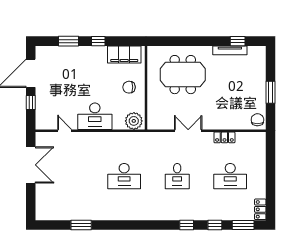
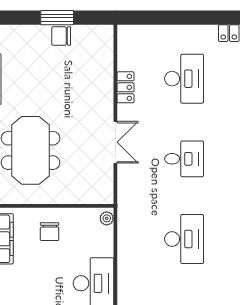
chair: (257, 120) -> (61, 36), moved
plant: (134, 121) -> (107, 218), width x0.53, depth x0.53
double door: (188, 131) -> (115, 142), swing flipped

